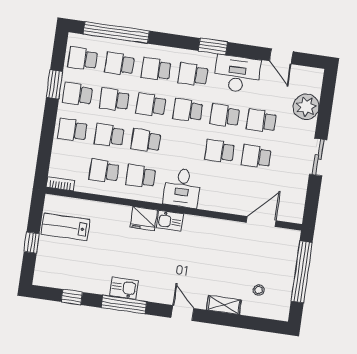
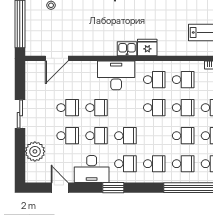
school desk: (151, 105) -> (154, 136), removed
desk: (182, 188) -> (116, 75), width x1.37

